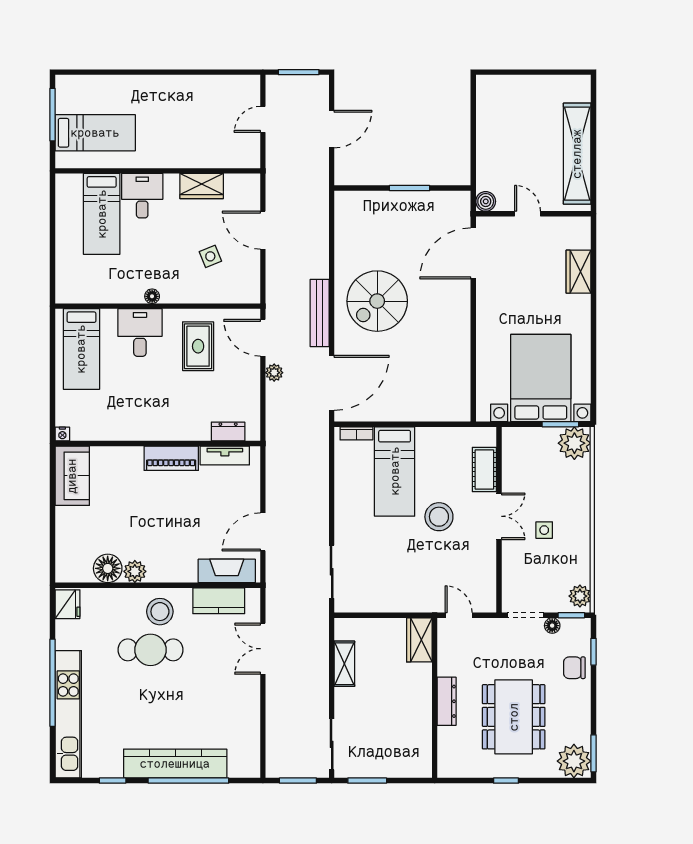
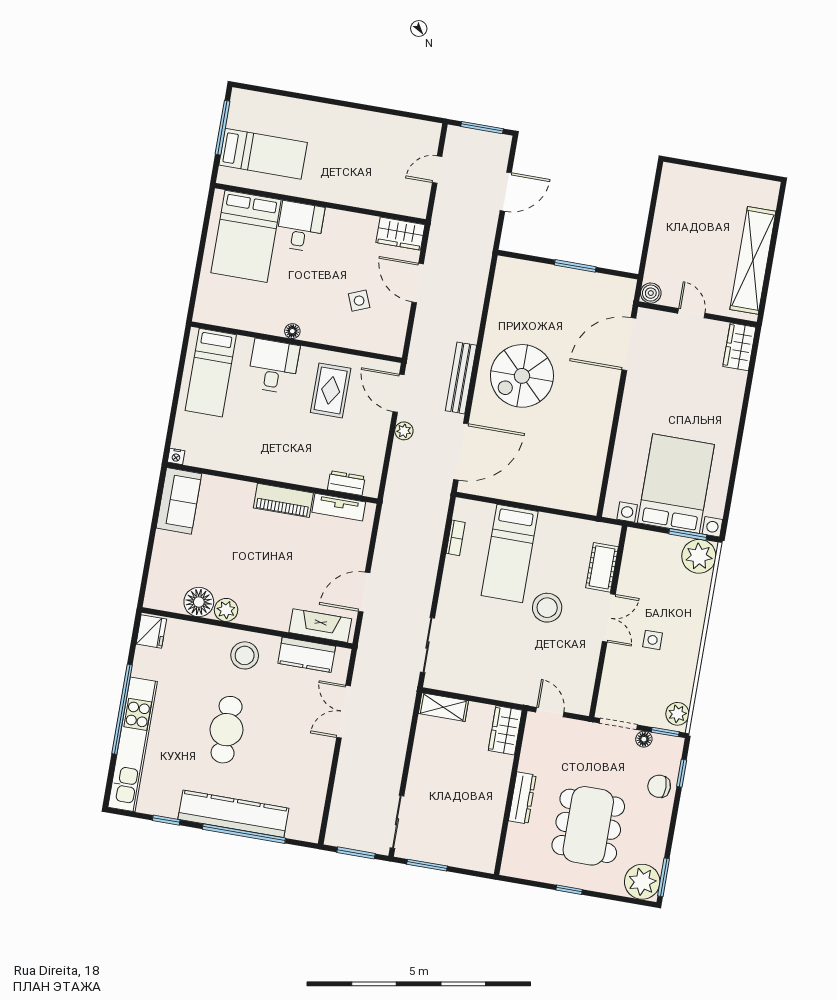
wardrobe: (202, 186) -> (400, 234), moved
bed: (102, 214) -> (246, 236), width x1.50
wardrobe: (579, 272) -> (739, 347), moved
bookcase: (356, 433) -> (456, 538), moved, turned -90
cafe table: (150, 650) -> (227, 730), moved, turned 90
shelving: (344, 664) -> (443, 707), moved, turned 90

